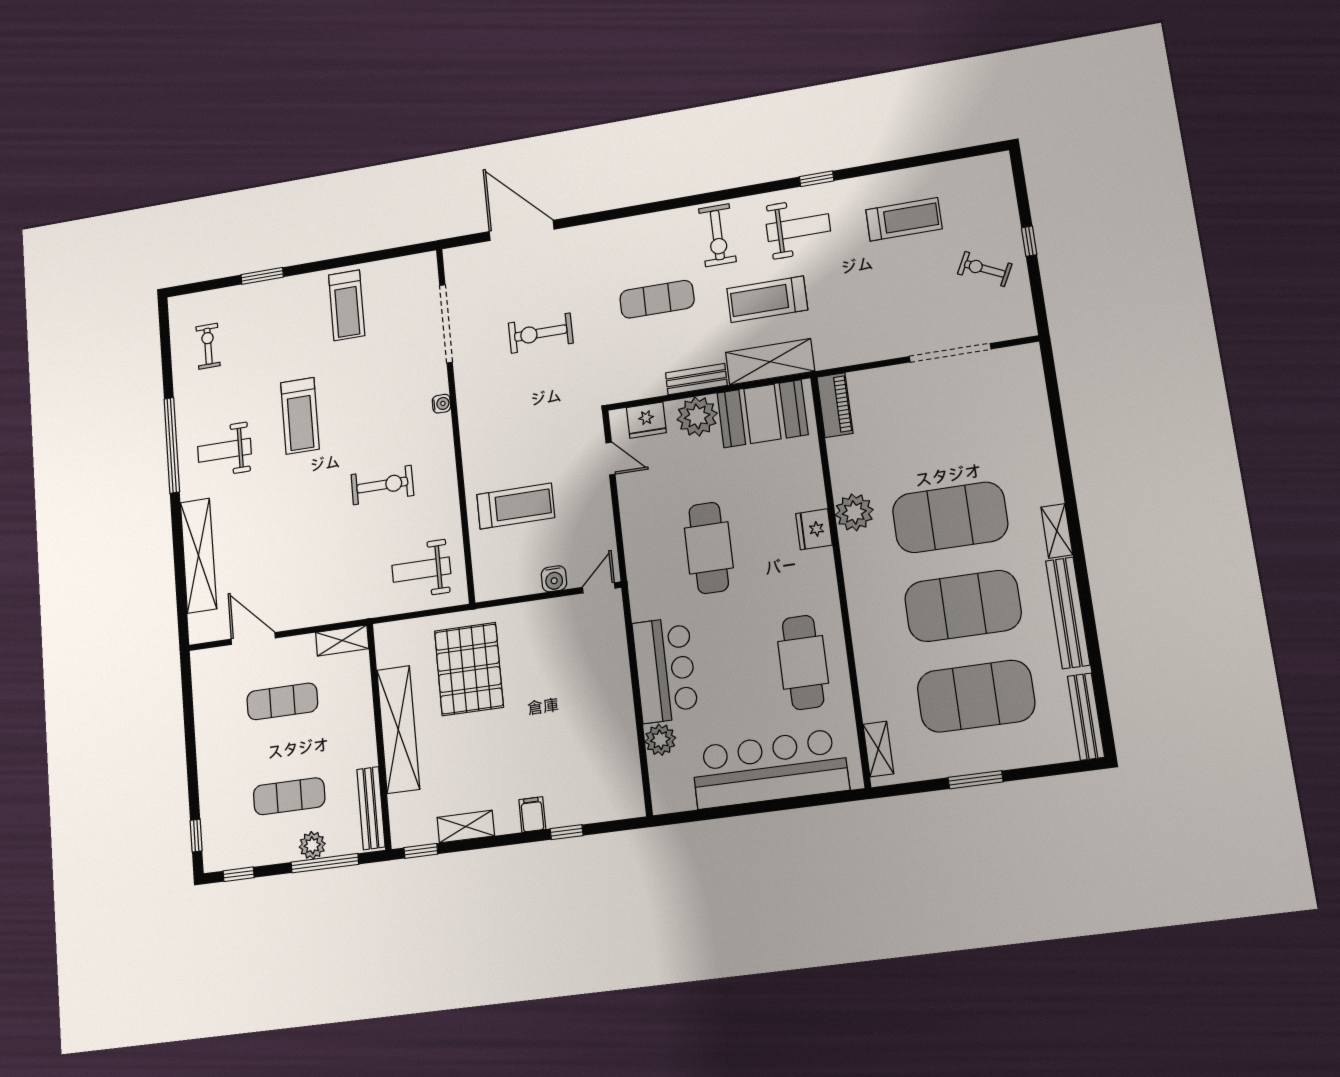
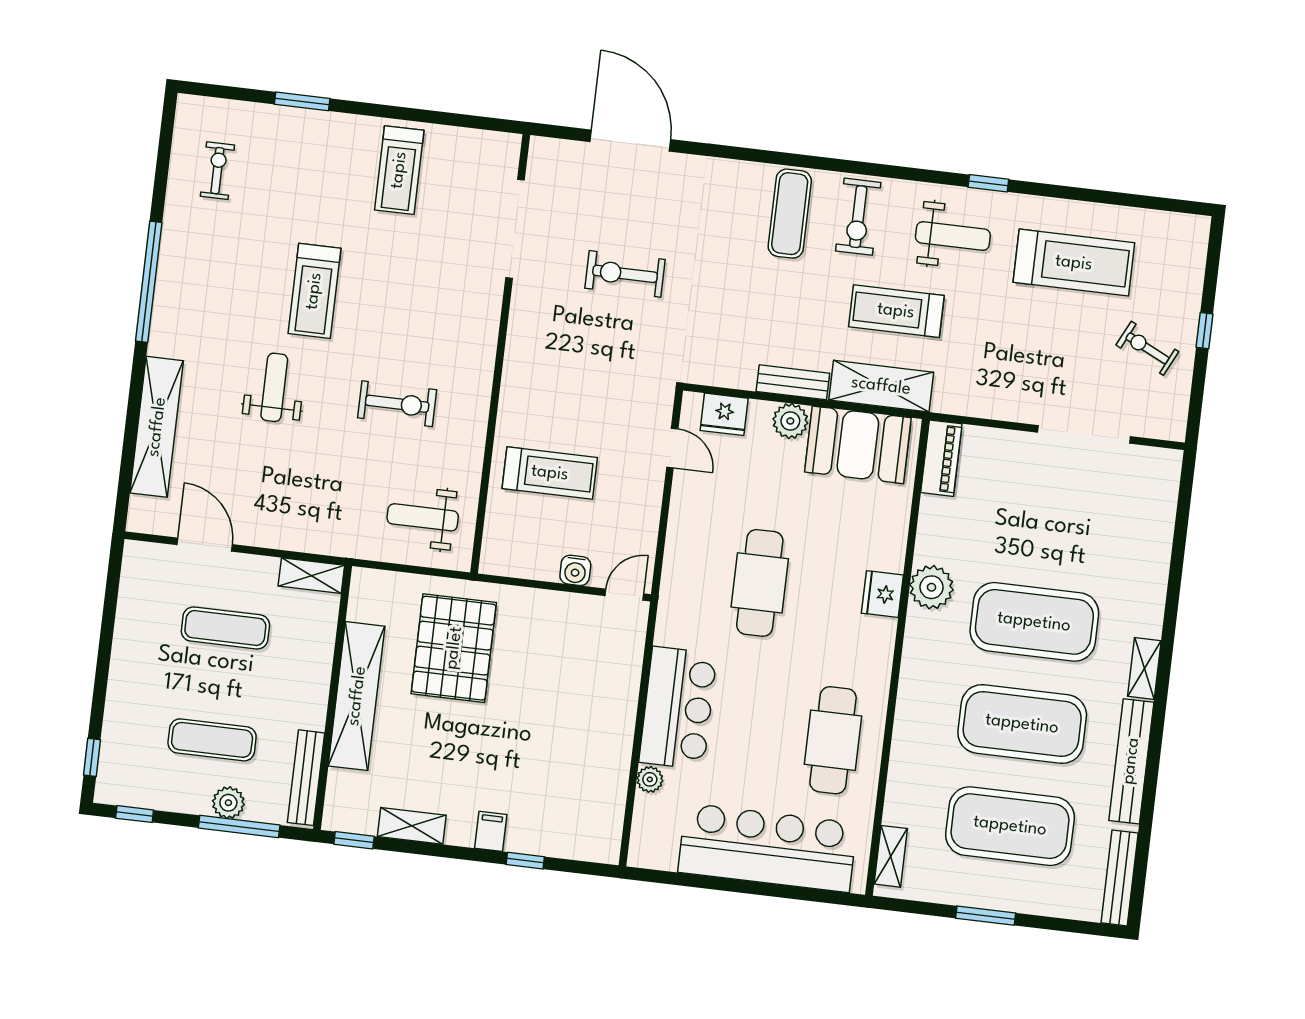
treadmill: (904, 219) -> (1074, 263), width x1.37, depth x1.38
exercise mat: (657, 299) -> (790, 214), moved, turned 90
water cooler: (441, 404) -> (489, 325), removed
plant: (697, 416) -> (790, 421), width x0.73, depth x0.73
weight bench: (224, 450) -> (274, 387), moved, turned 90
plant: (660, 740) -> (650, 779), width x0.73, depth x0.73

